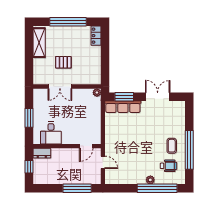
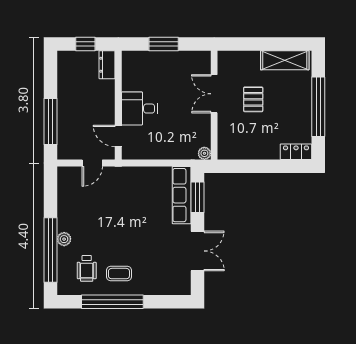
desk: (51, 133) -> (139, 109), moved

